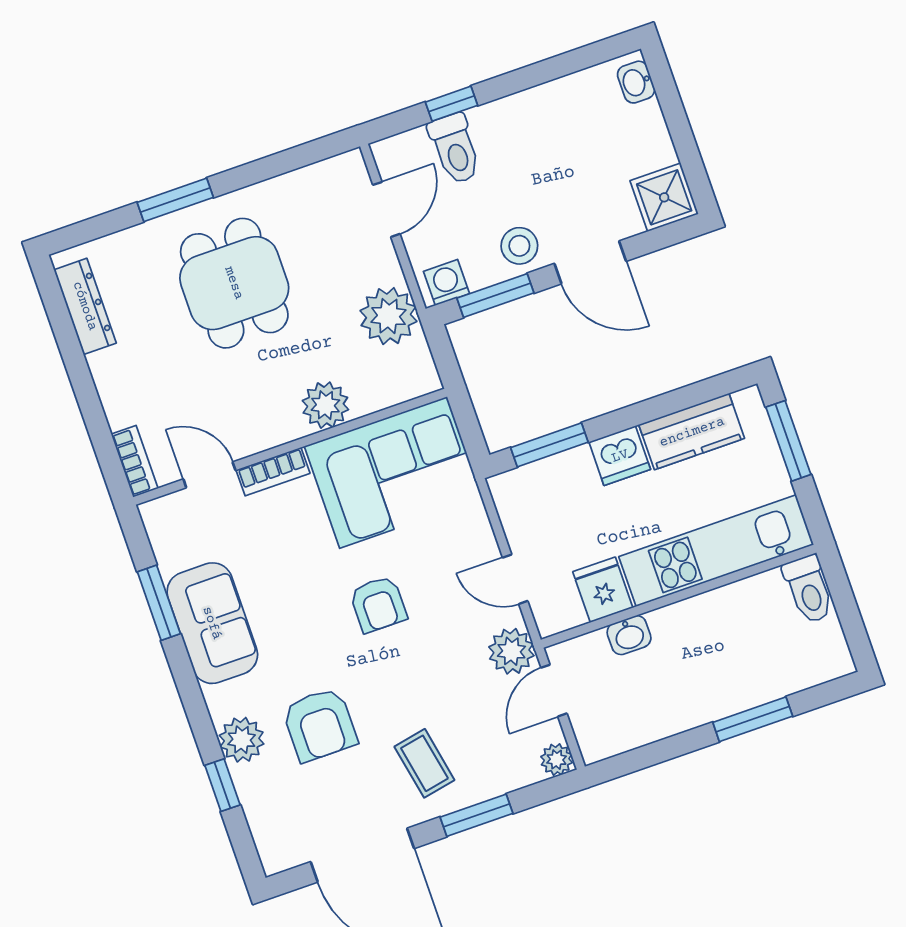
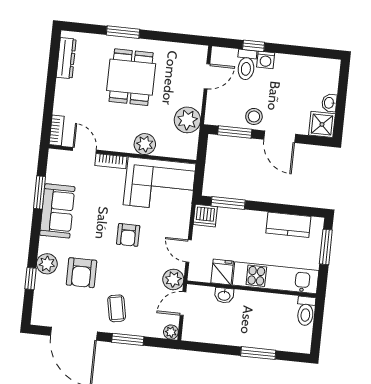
washbasin: (636, 82) -> (329, 103), moved
washing machine: (446, 282) -> (266, 60), moved, turned 180
dishwasher: (620, 456) -> (205, 216), moved

